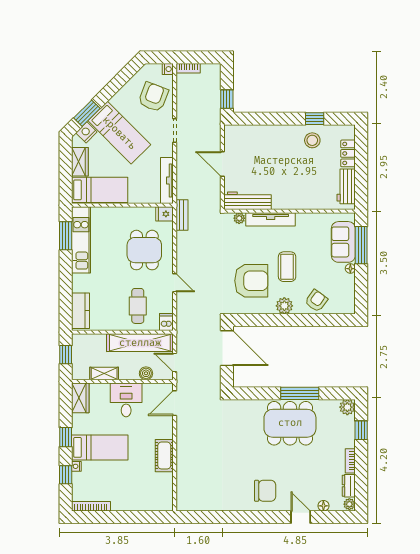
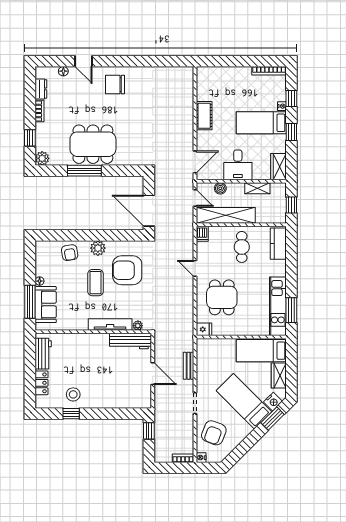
tv unit: (167, 181) -> (202, 359), removed
bench: (182, 215) -> (188, 366), moved
armchair: (316, 301) -> (70, 253), turned -45
cafe table: (138, 306) -> (242, 247), moved
plant: (349, 504) -> (40, 73), removed

